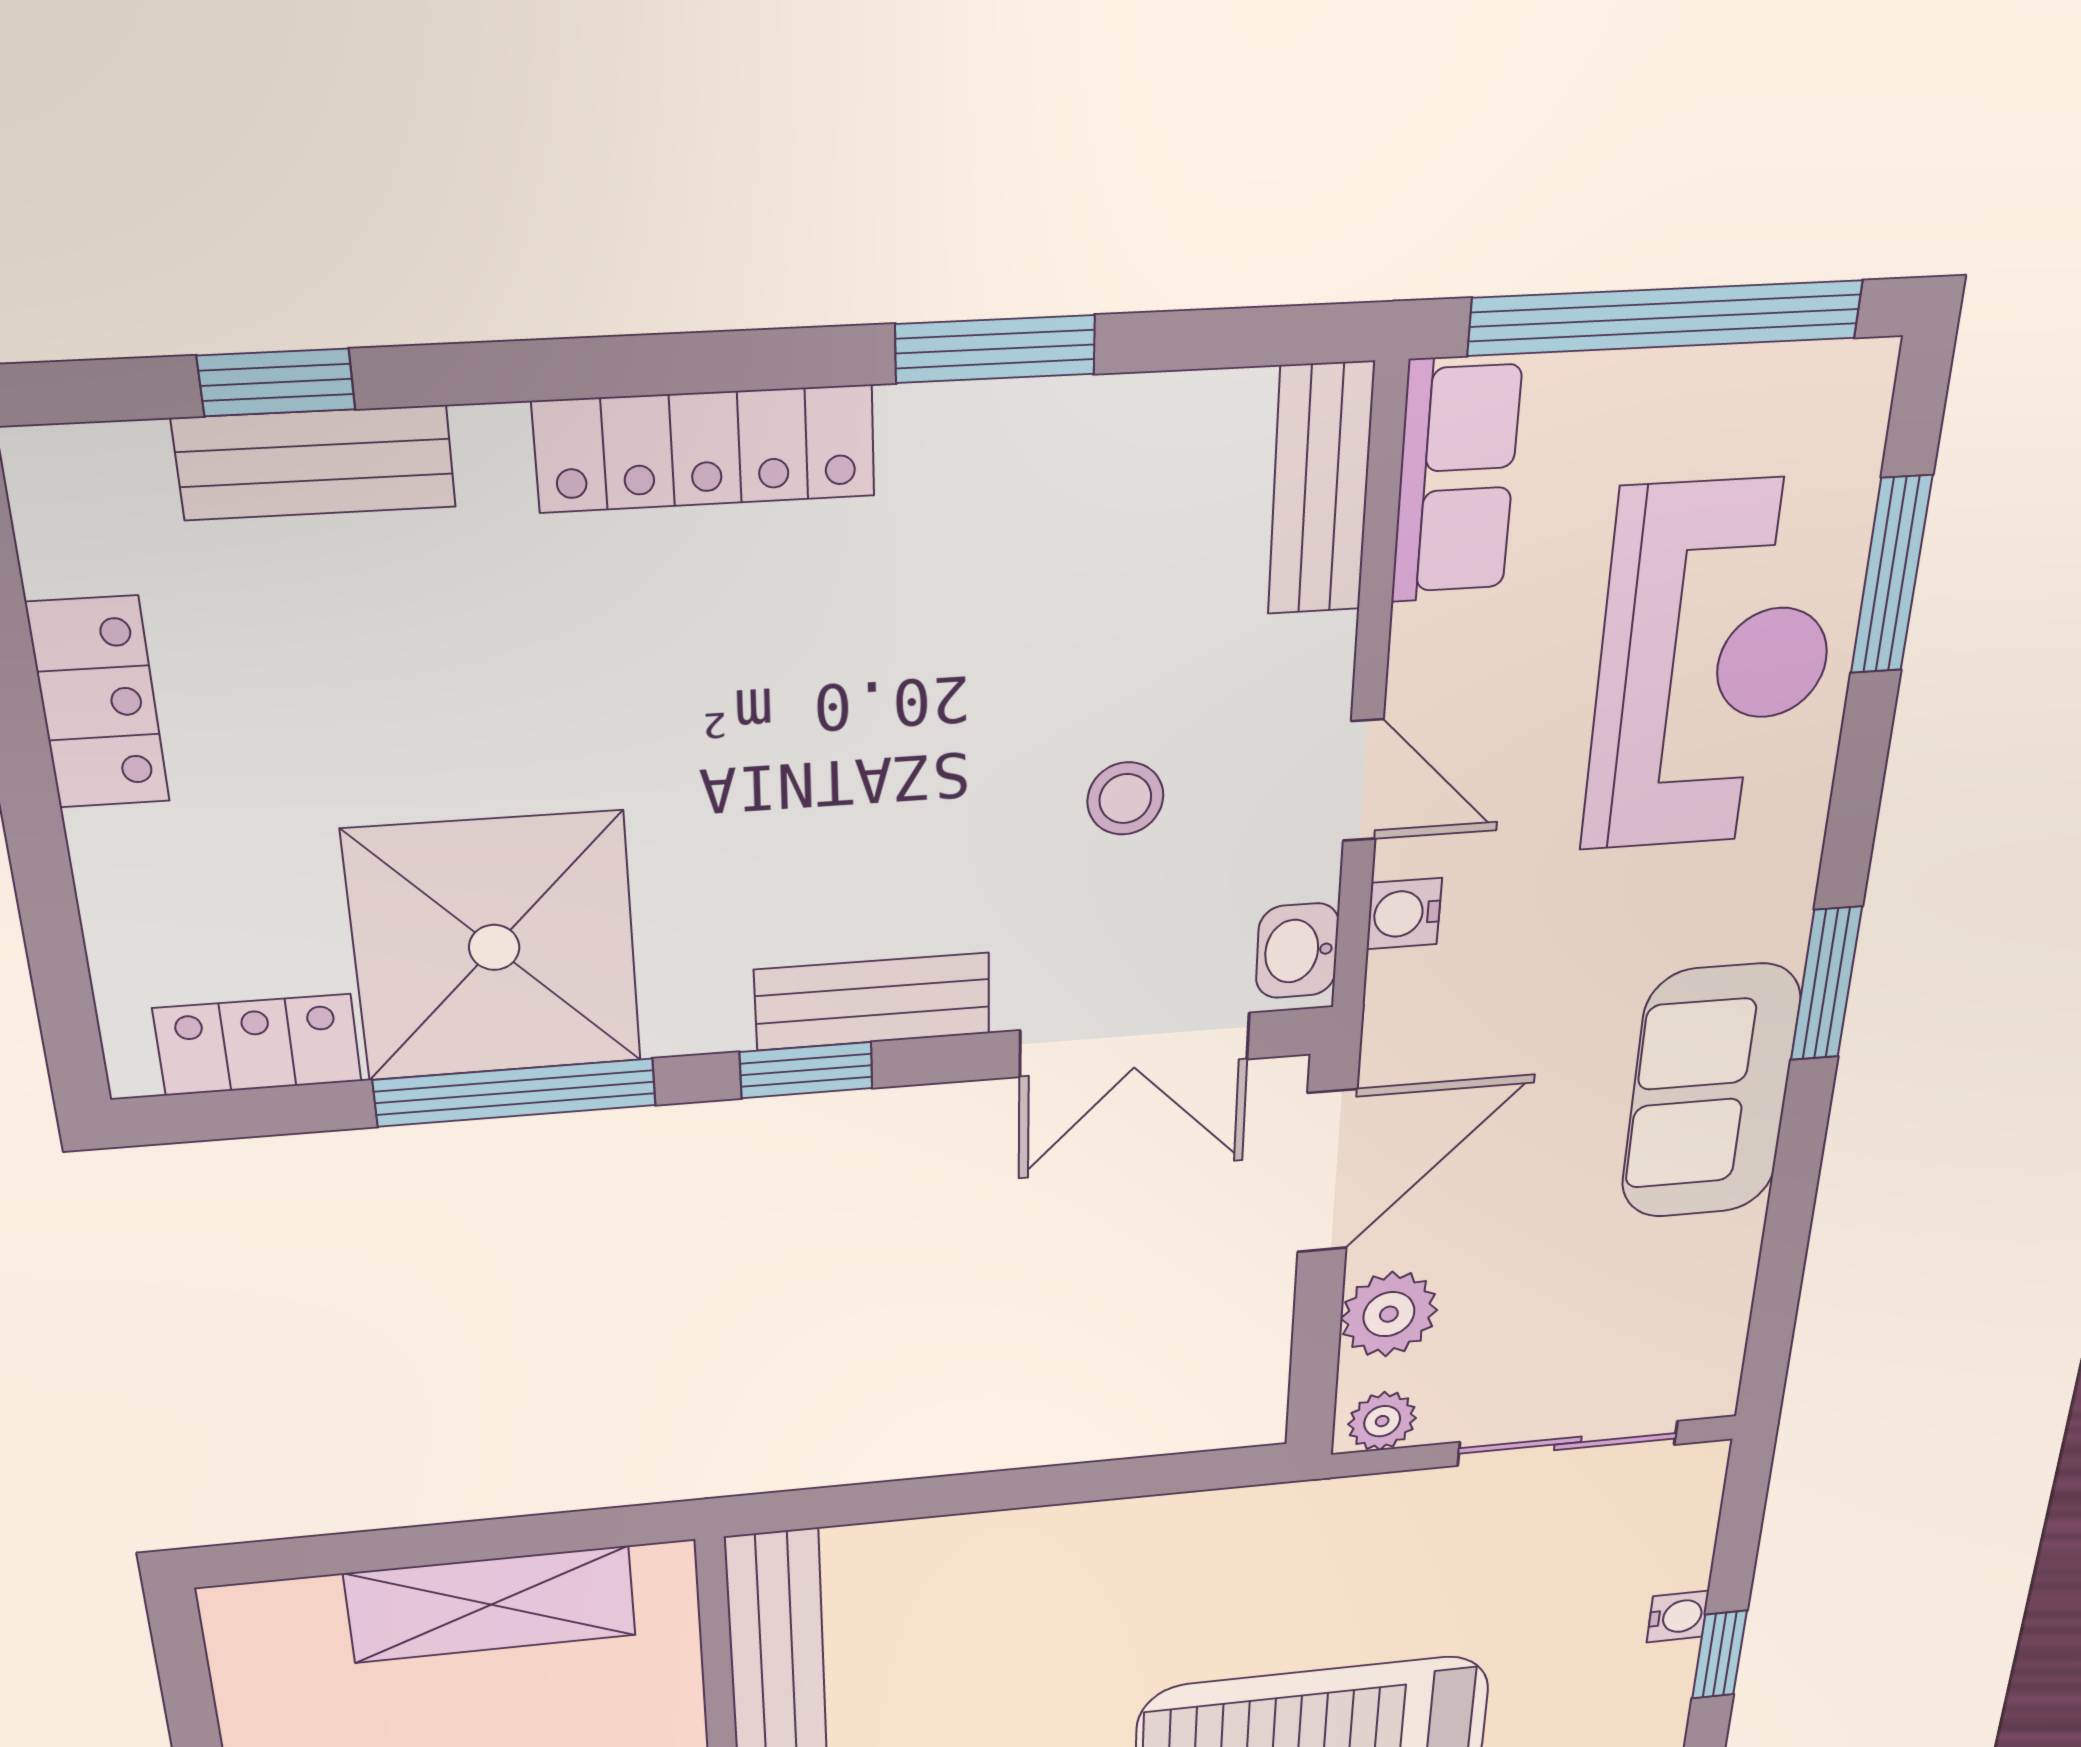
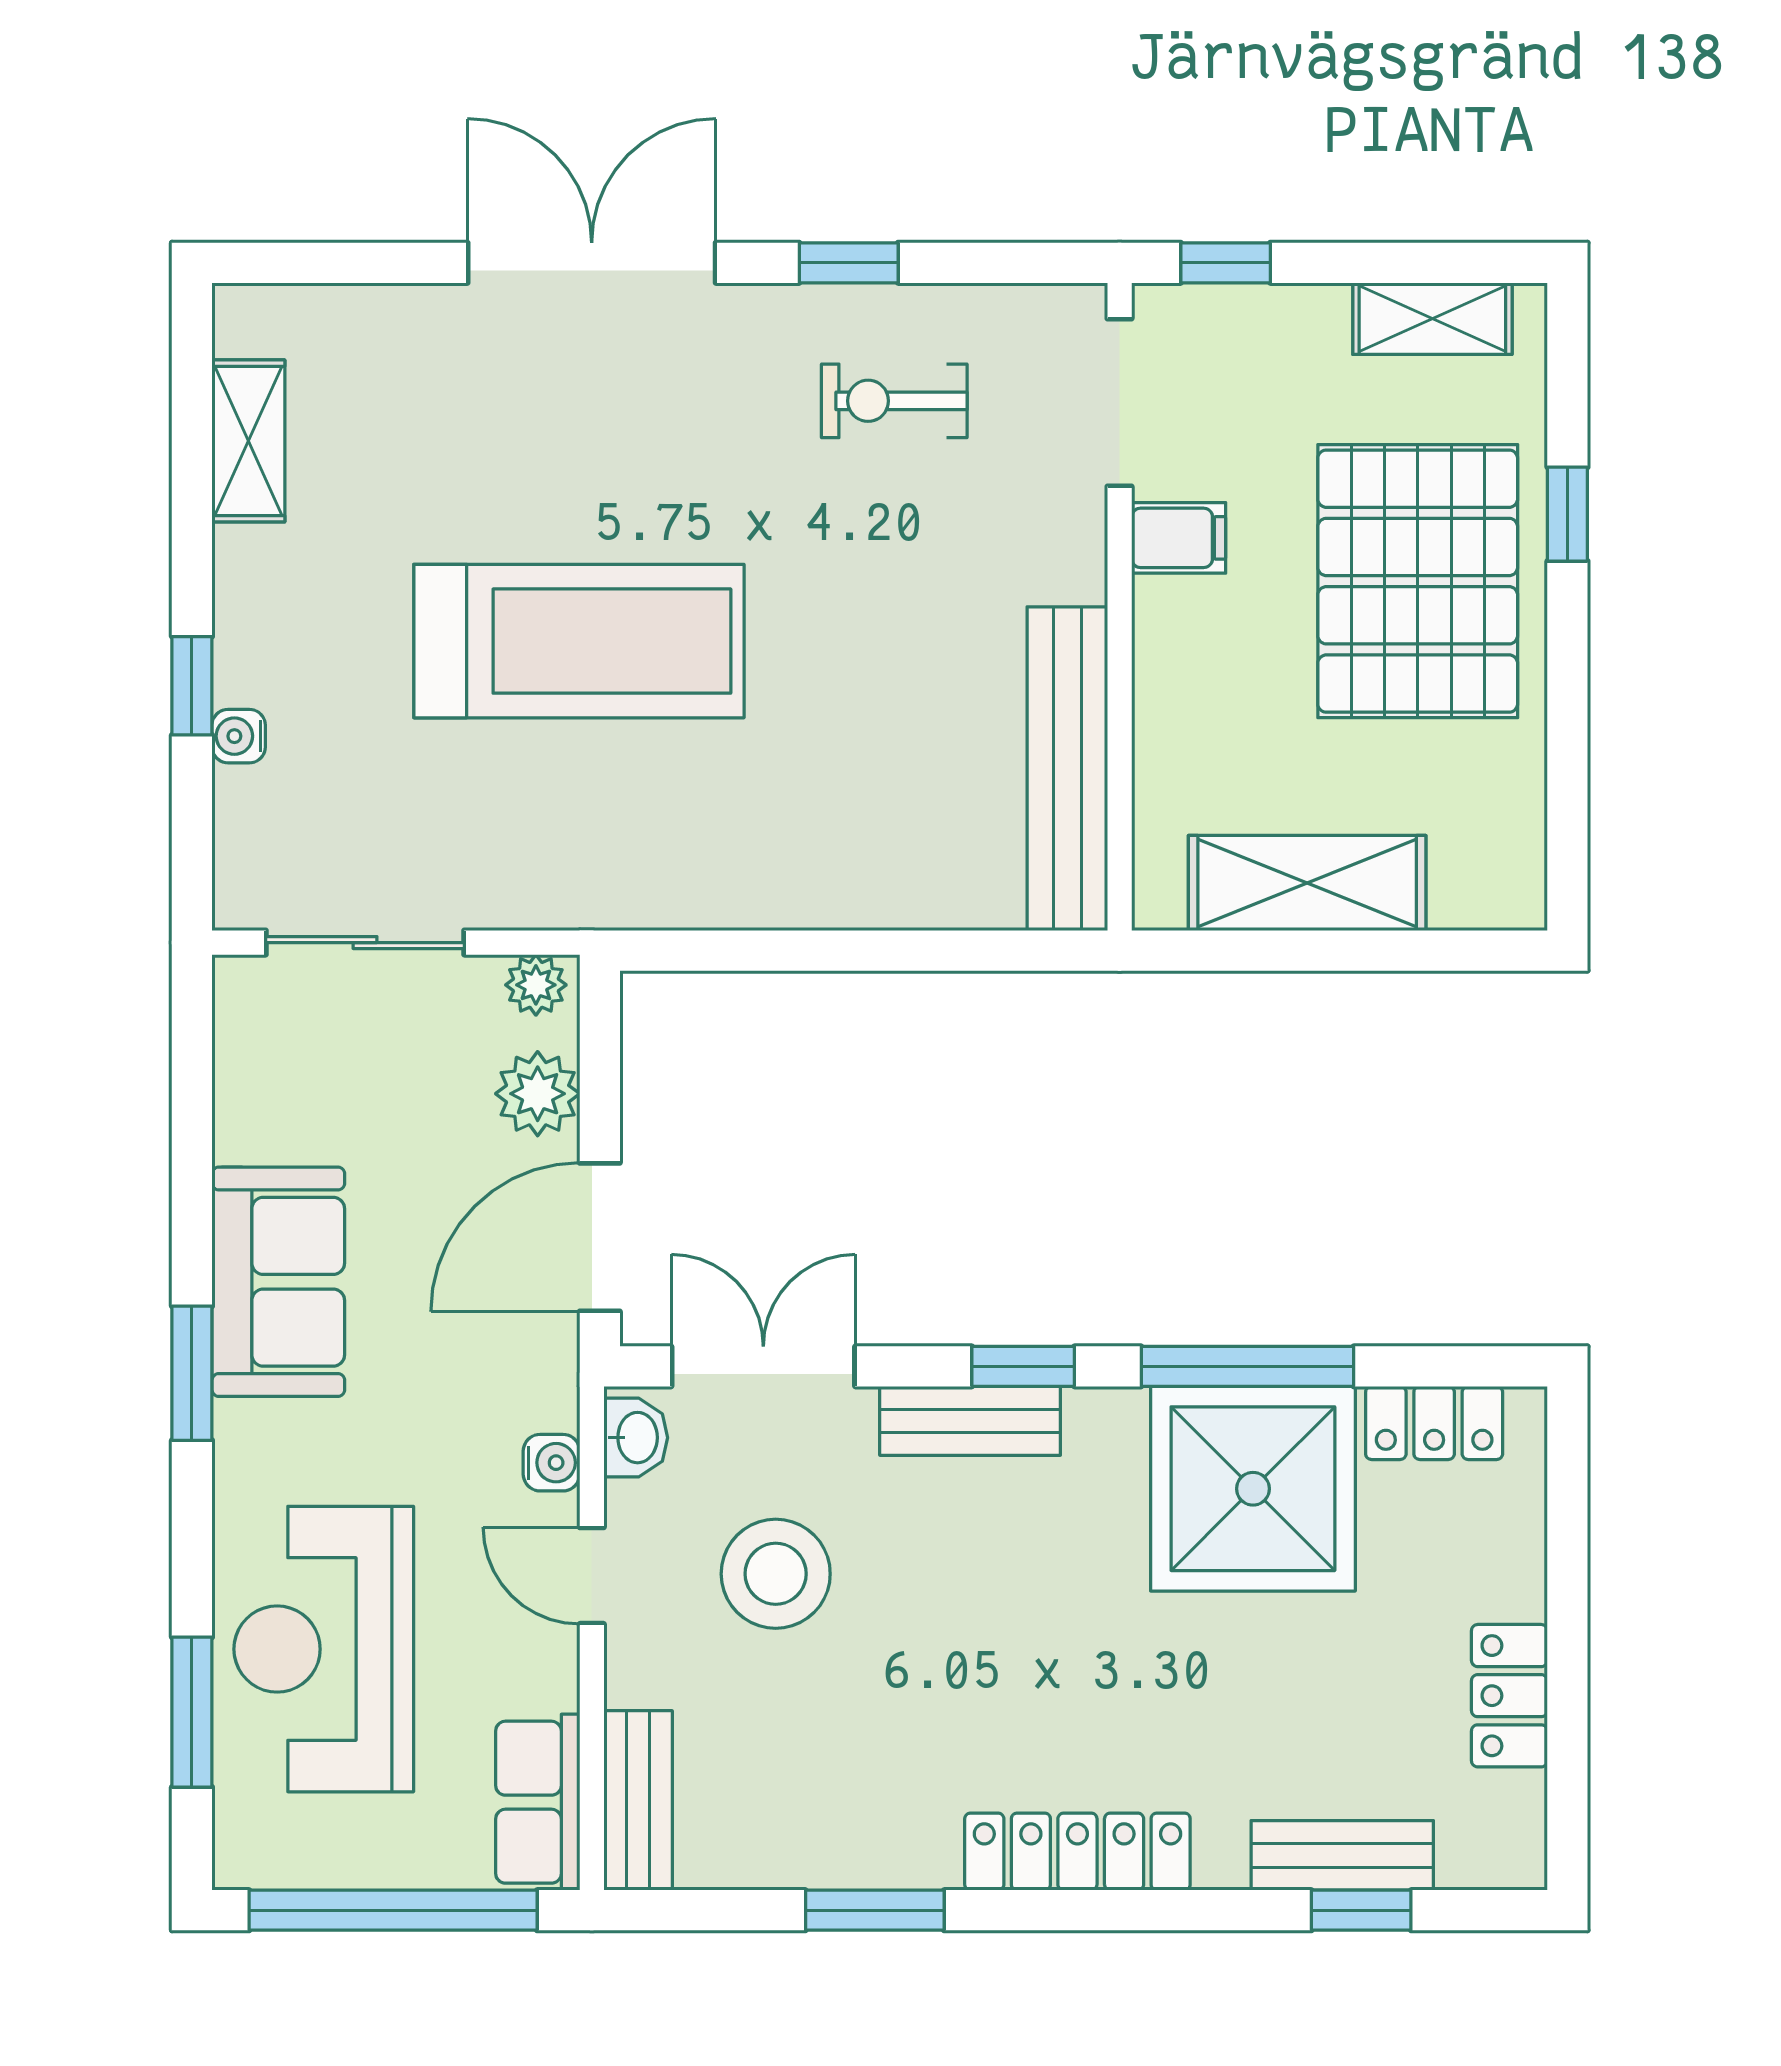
stool: (1125, 799) -> (776, 1574), width x1.89, depth x1.89

